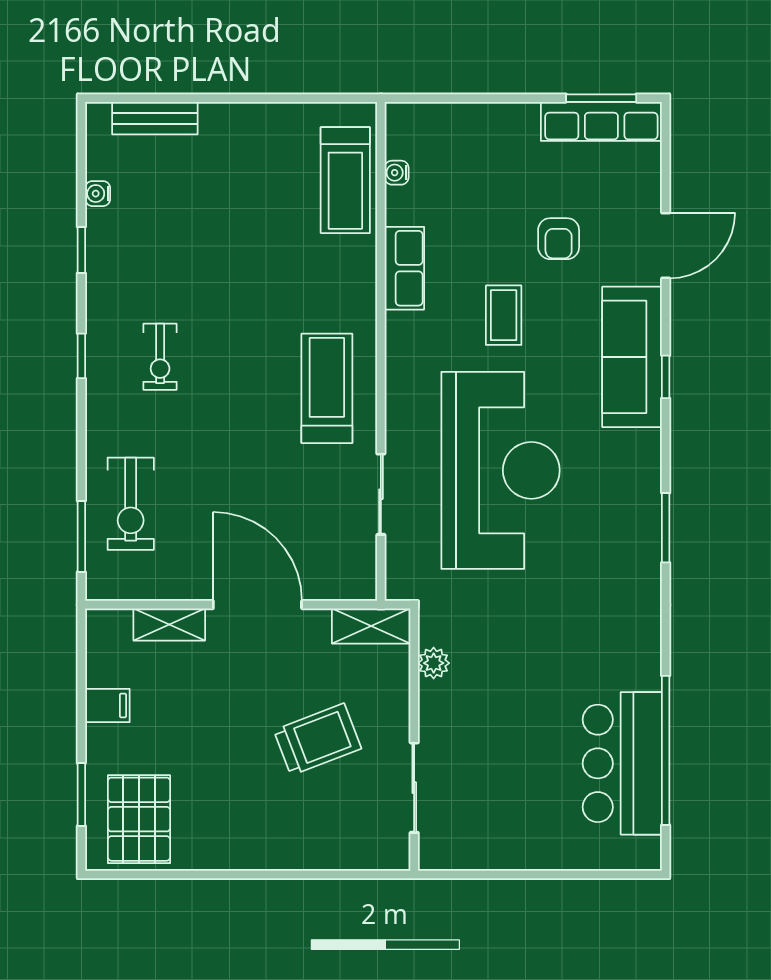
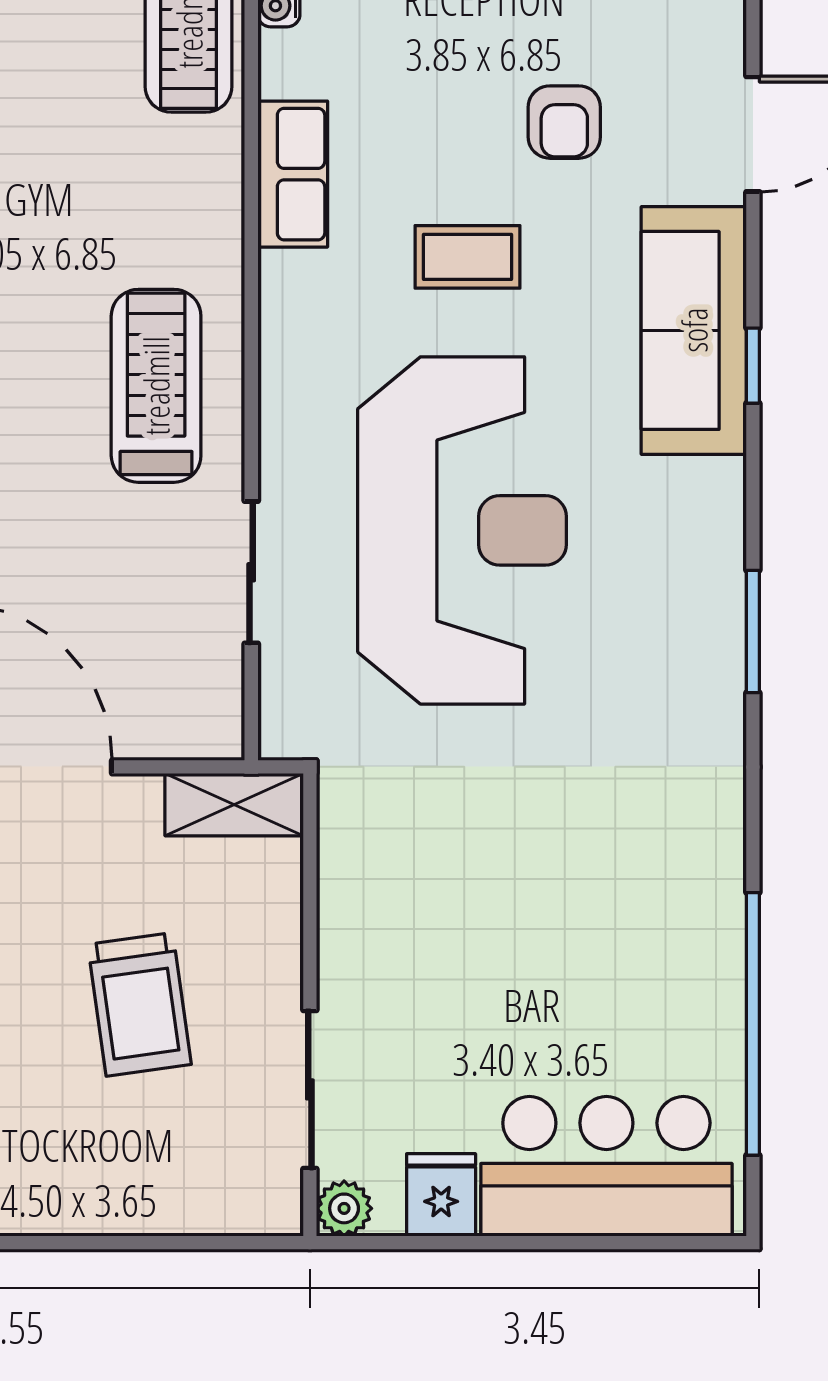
coffee table: (504, 315) -> (468, 257), turned 90
plant: (434, 663) -> (344, 1208), moved
trolley: (317, 739) -> (139, 1004), turned 103
bar counter: (622, 763) -> (606, 1166), moved, turned 90
fridge: (489, 847) -> (441, 1195), added

